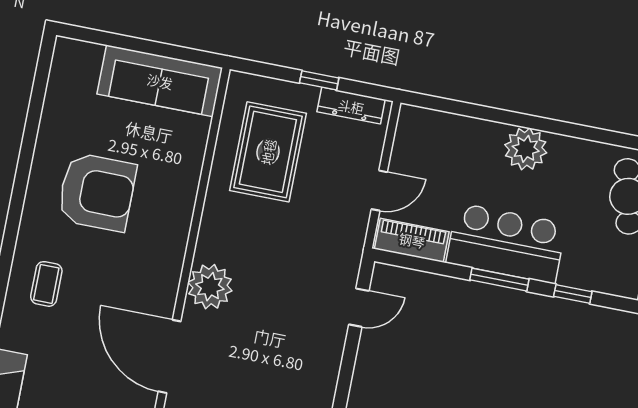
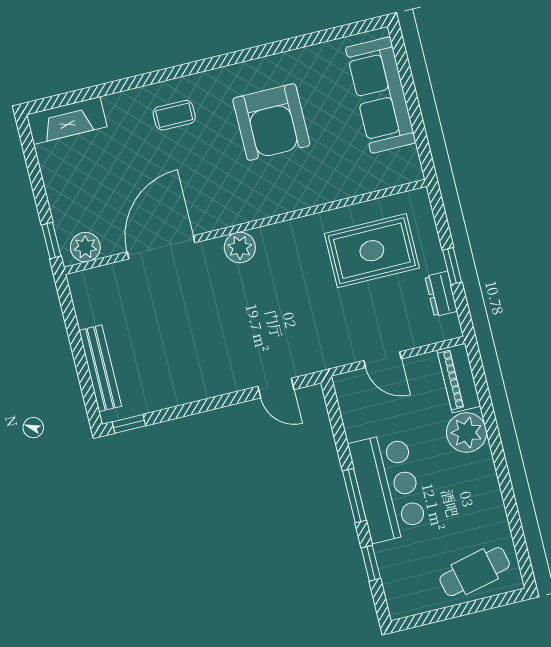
sofa: (160, 81) -> (381, 95), moved
dresser: (351, 106) -> (441, 294), width x0.70
plant: (526, 149) -> (467, 433), moved
piano: (412, 240) -> (459, 378), moved, turned 180
plant: (210, 287) -> (240, 247), width x0.73, depth x0.73

